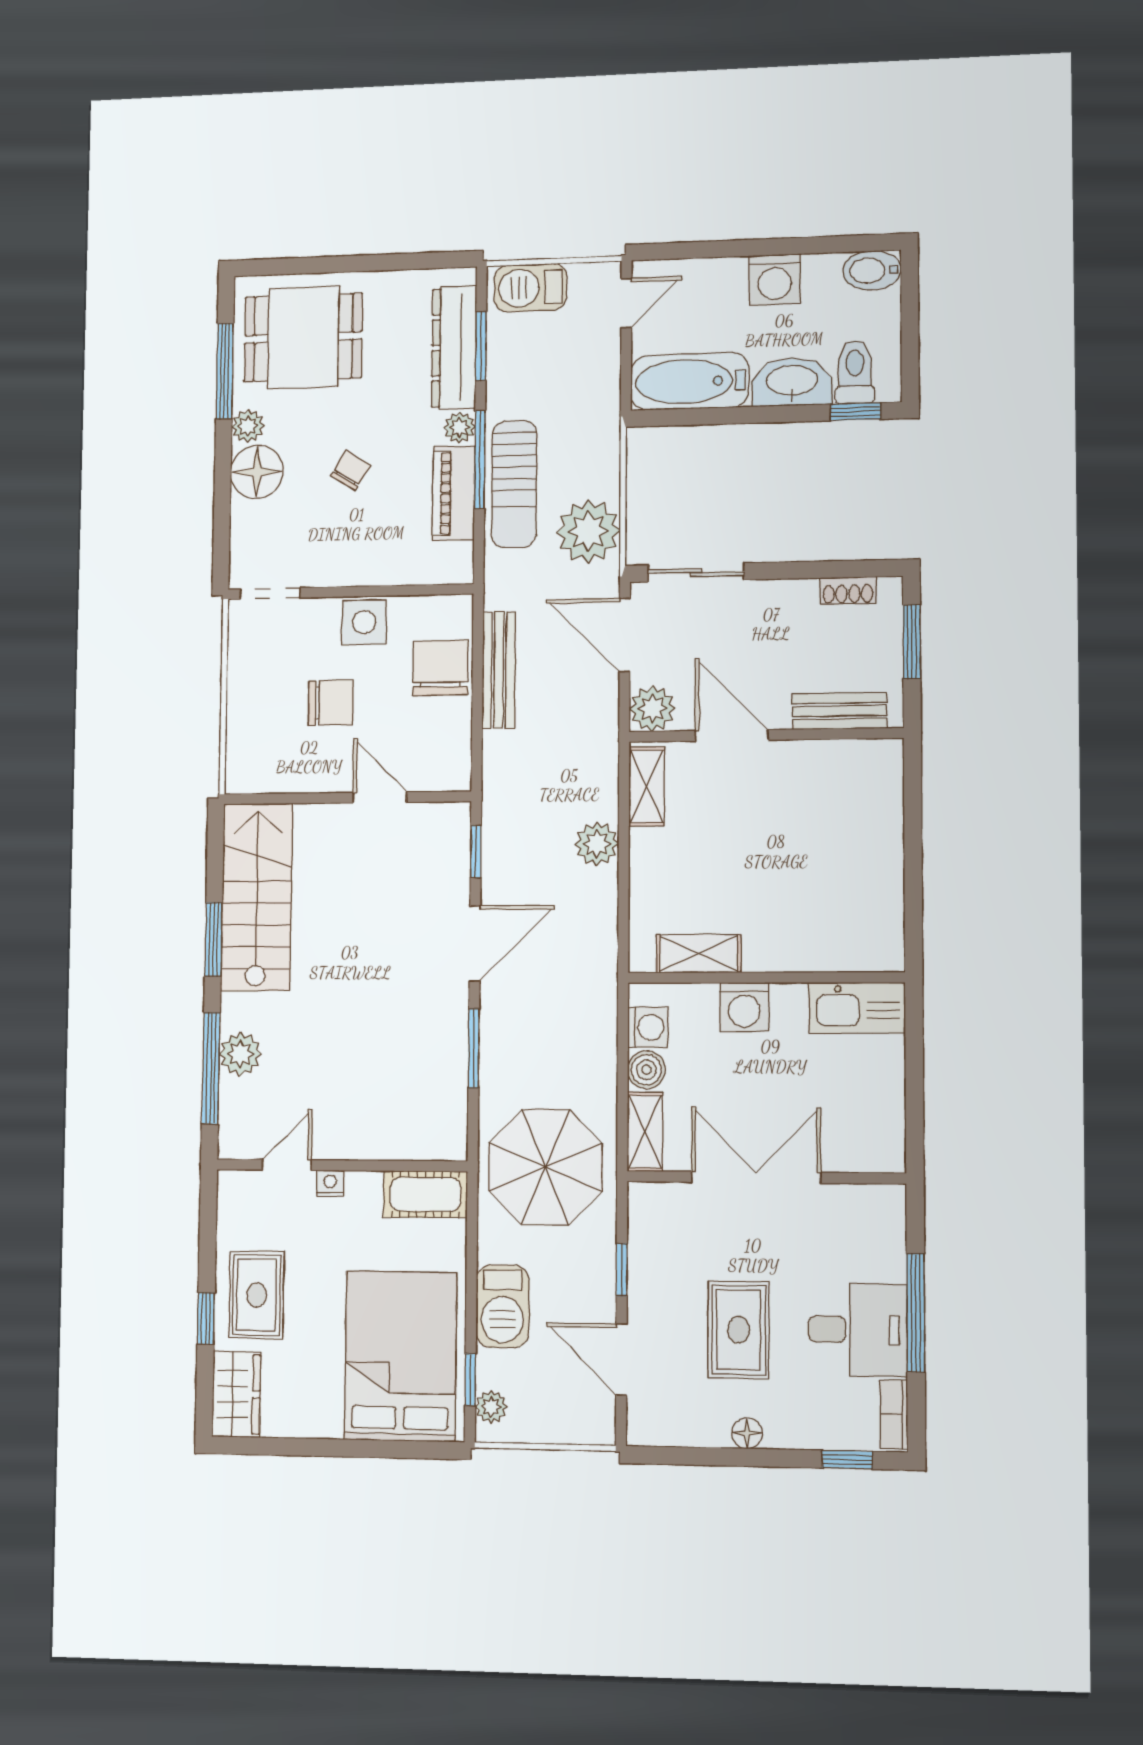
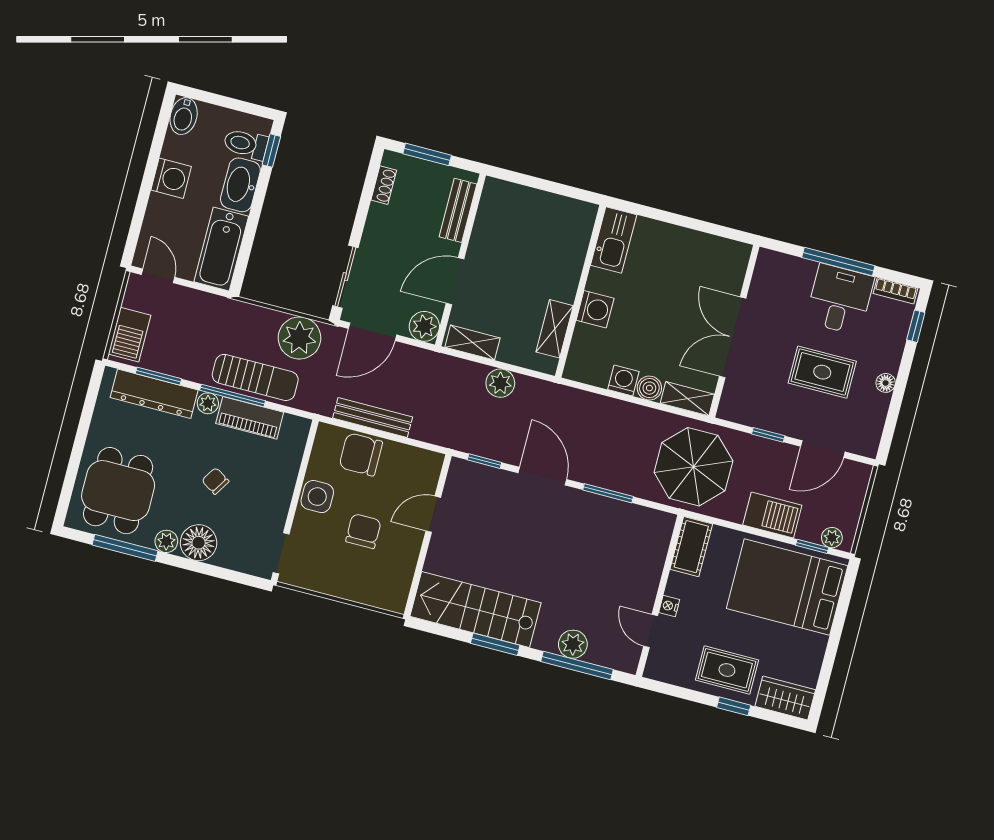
shelving: (699, 954) -> (555, 329), moved
wall: (766, 978) -> (580, 291), moved
washing machine: (744, 1007) -> (595, 309), moved
kitchen sink: (857, 1008) -> (614, 240), moved

